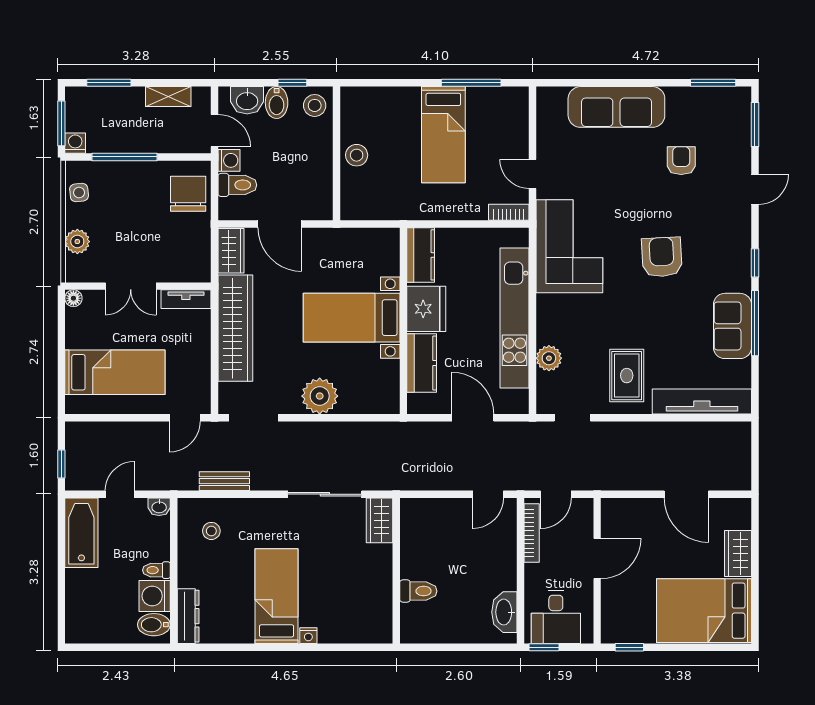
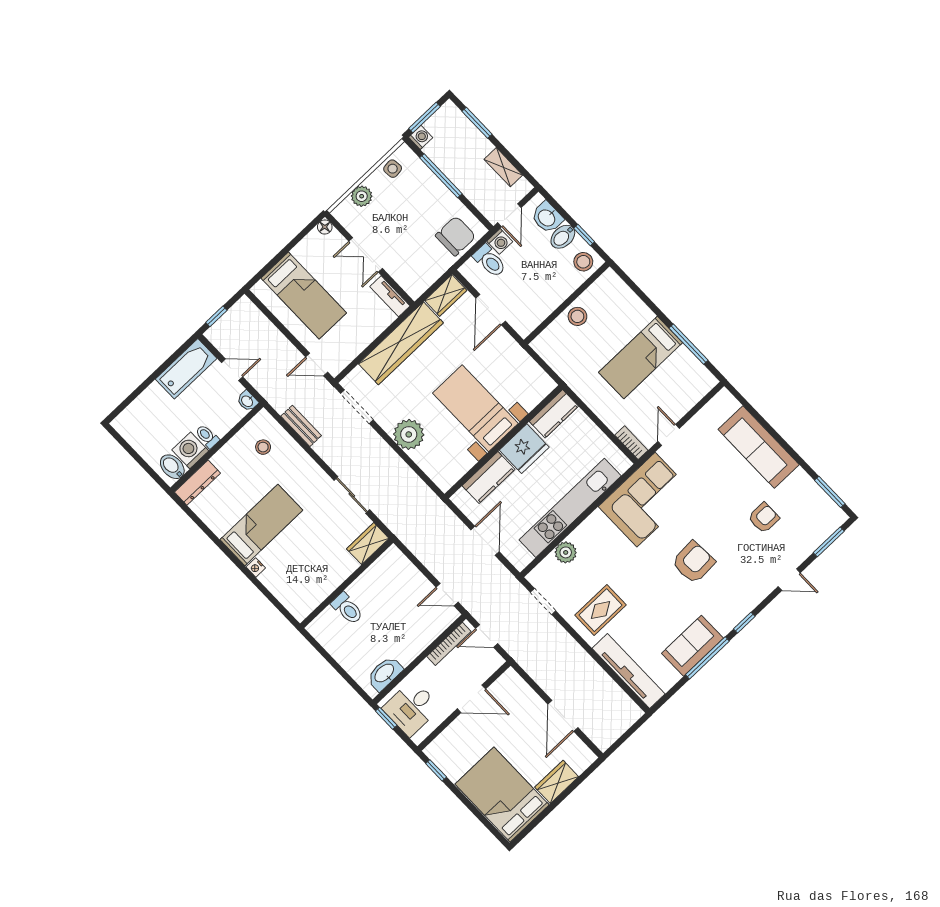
sliding door: (325, 494) -> (352, 495), width x0.73

